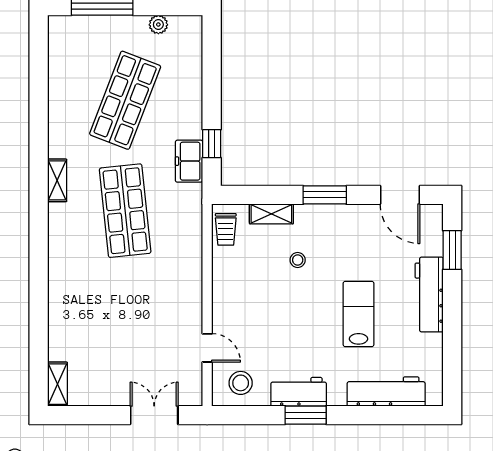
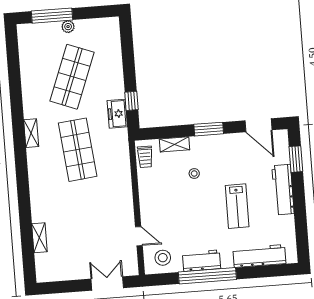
plant: (158, 25) -> (68, 27), moved
lab bench: (359, 314) -> (237, 206), turned 180
shelving: (57, 384) -> (39, 238), moved
window: (306, 415) -> (207, 276), width x2.11

